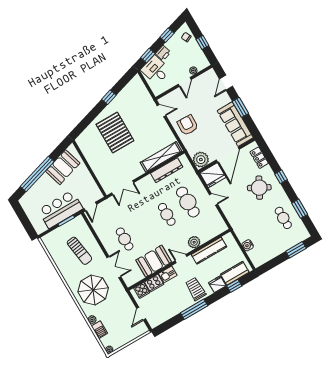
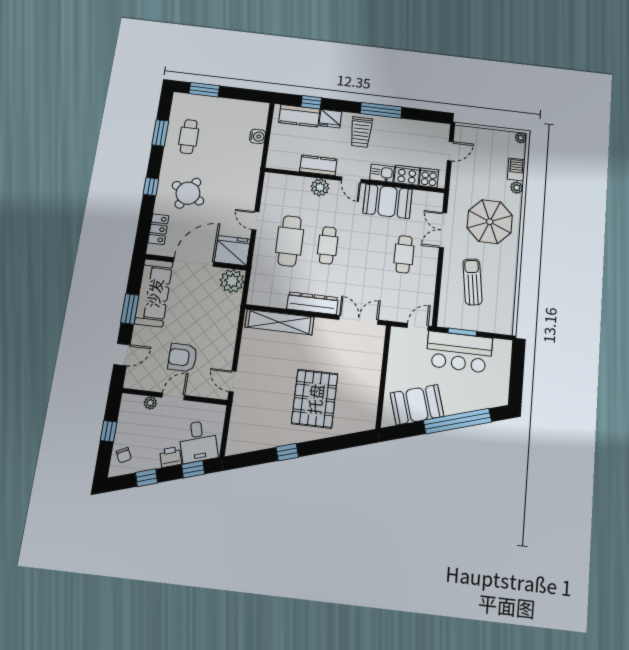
armchair: (188, 125) -> (183, 358), moved, turned 88
dresser: (167, 170) -> (313, 303), moved
kitchen counter: (209, 251) -> (318, 165), width x0.67

